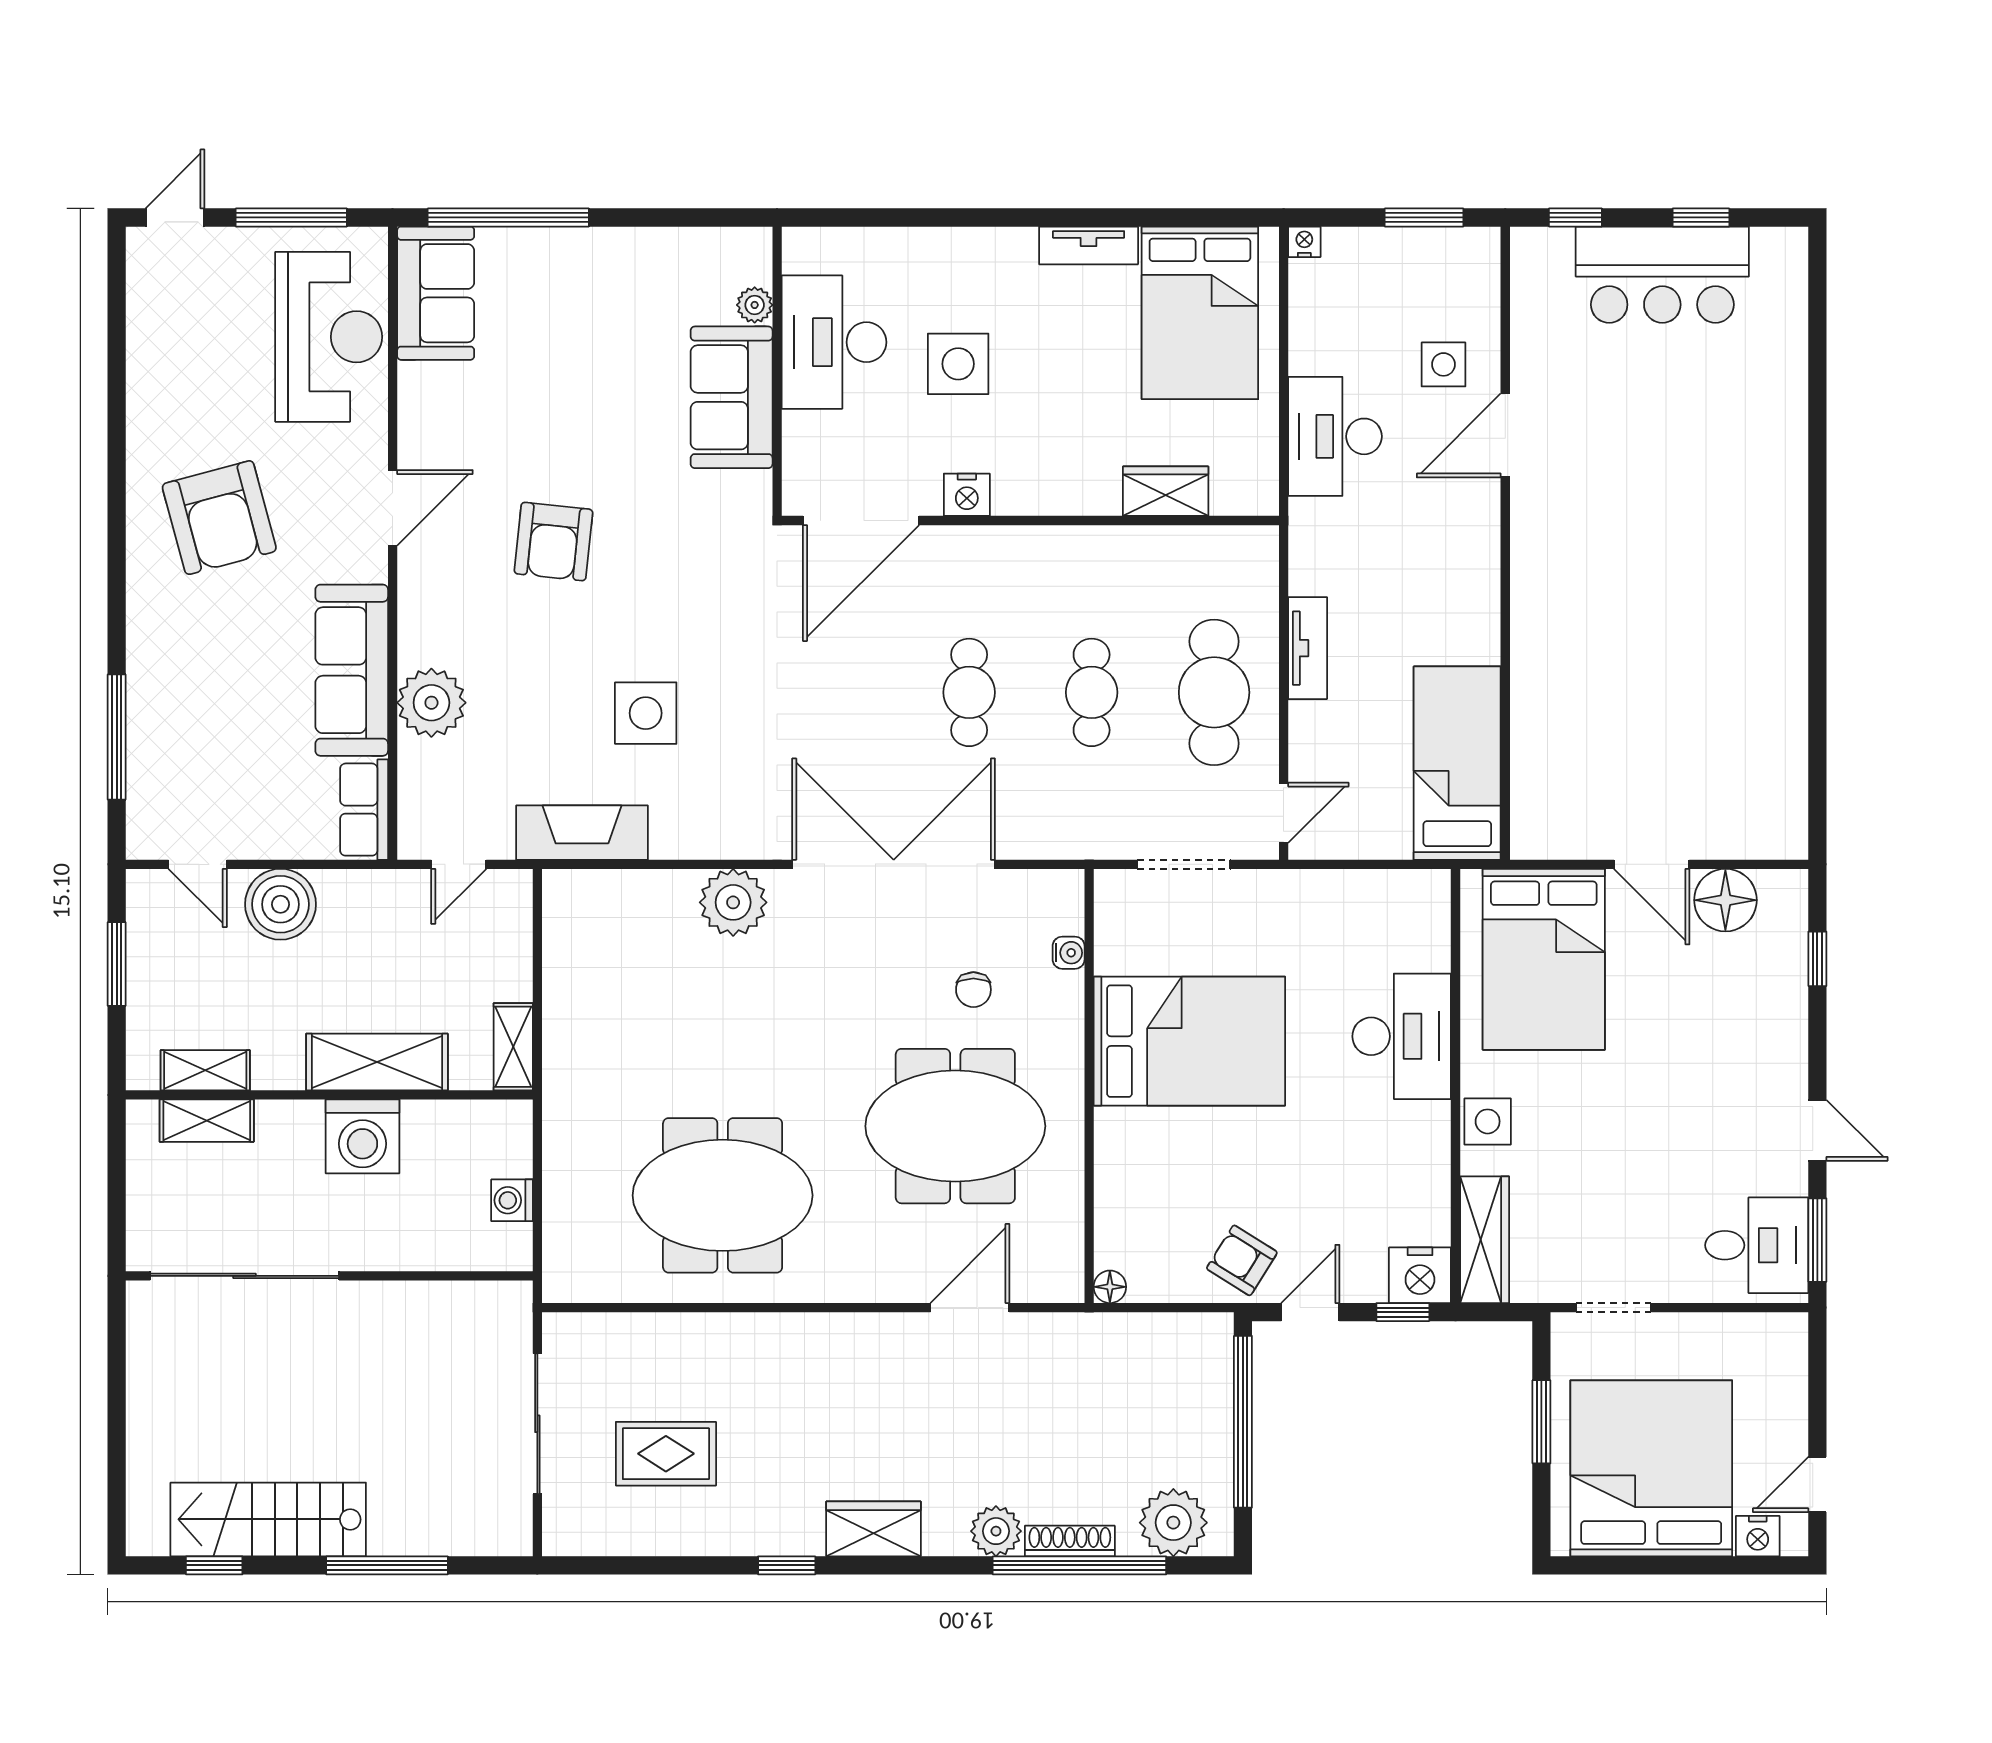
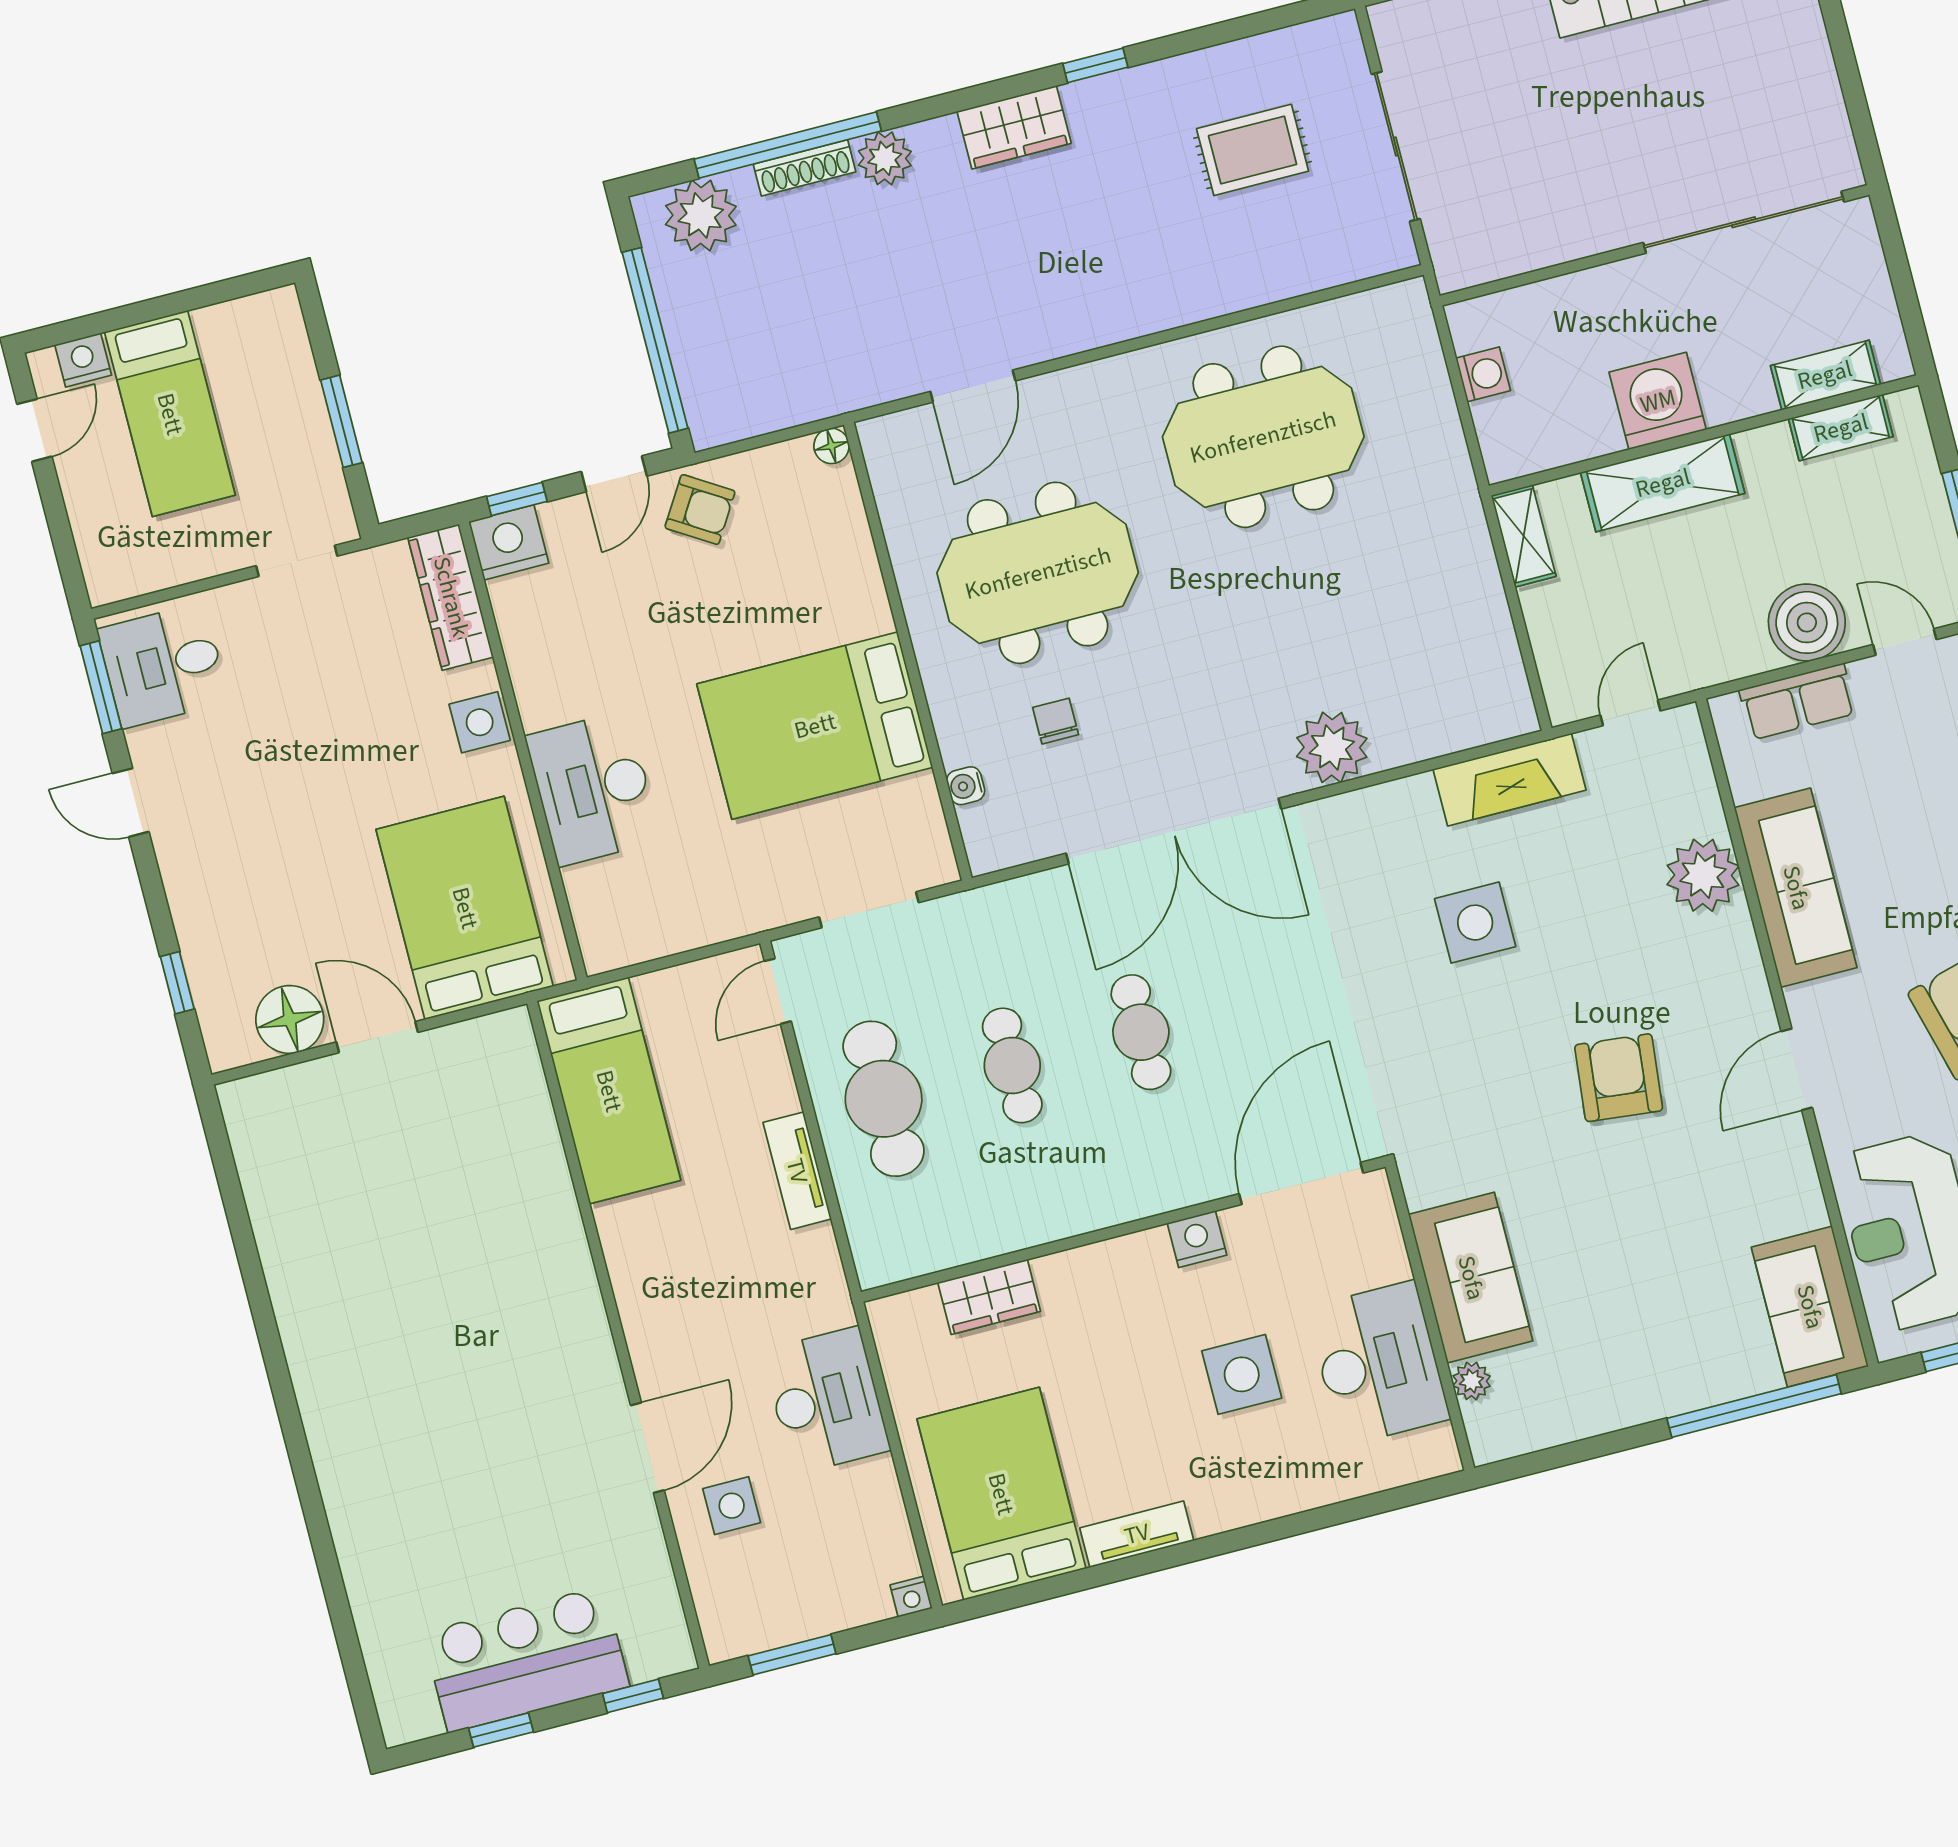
row of seats: (364, 810) -> (1798, 702), moved, turned 90
bed: (1651, 1468) -> (170, 414), width x0.49

